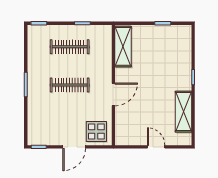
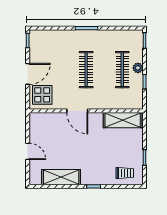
plant: (68, 30) -> (138, 68), added
trolley: (179, 44) -> (125, 173), added
door: (74, 147) -> (28, 74), swing flipped
door: (156, 147) -> (28, 151), hinge flipped

